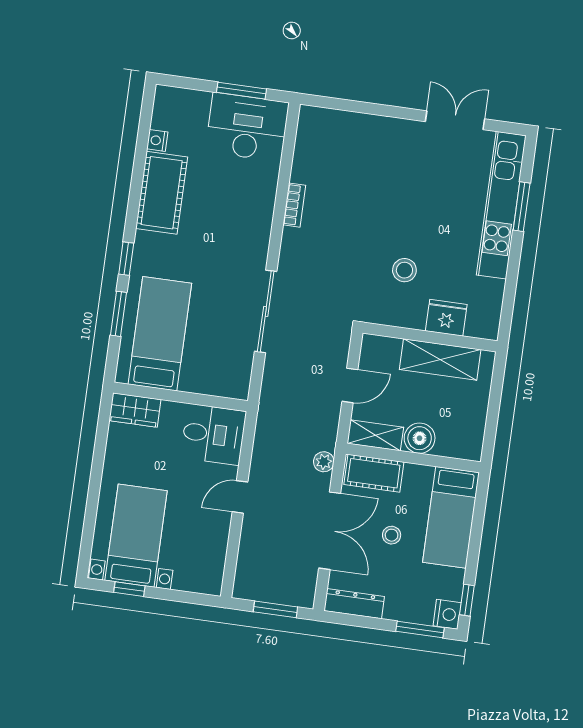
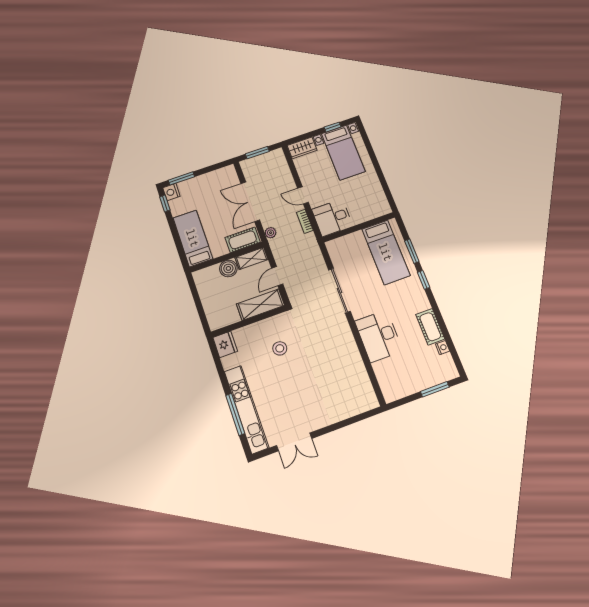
window: (241, 91) -> (435, 389), moved
desk: (247, 127) -> (379, 336), moved, turned 90
cot: (162, 193) -> (430, 327), width x0.73, depth x0.75
bookcase: (294, 205) -> (305, 221), moved
window: (522, 207) -> (235, 414), width x1.44
fridge: (446, 318) -> (225, 344), moved, turned -90
shelving: (440, 359) -> (261, 305), moved
wardrobe: (135, 410) -> (302, 148), moved, turned 180
door: (240, 497) -> (303, 195), swing flipped
stool: (392, 535) -> (218, 215), removed
dresser: (354, 604) -> (220, 174), removed

